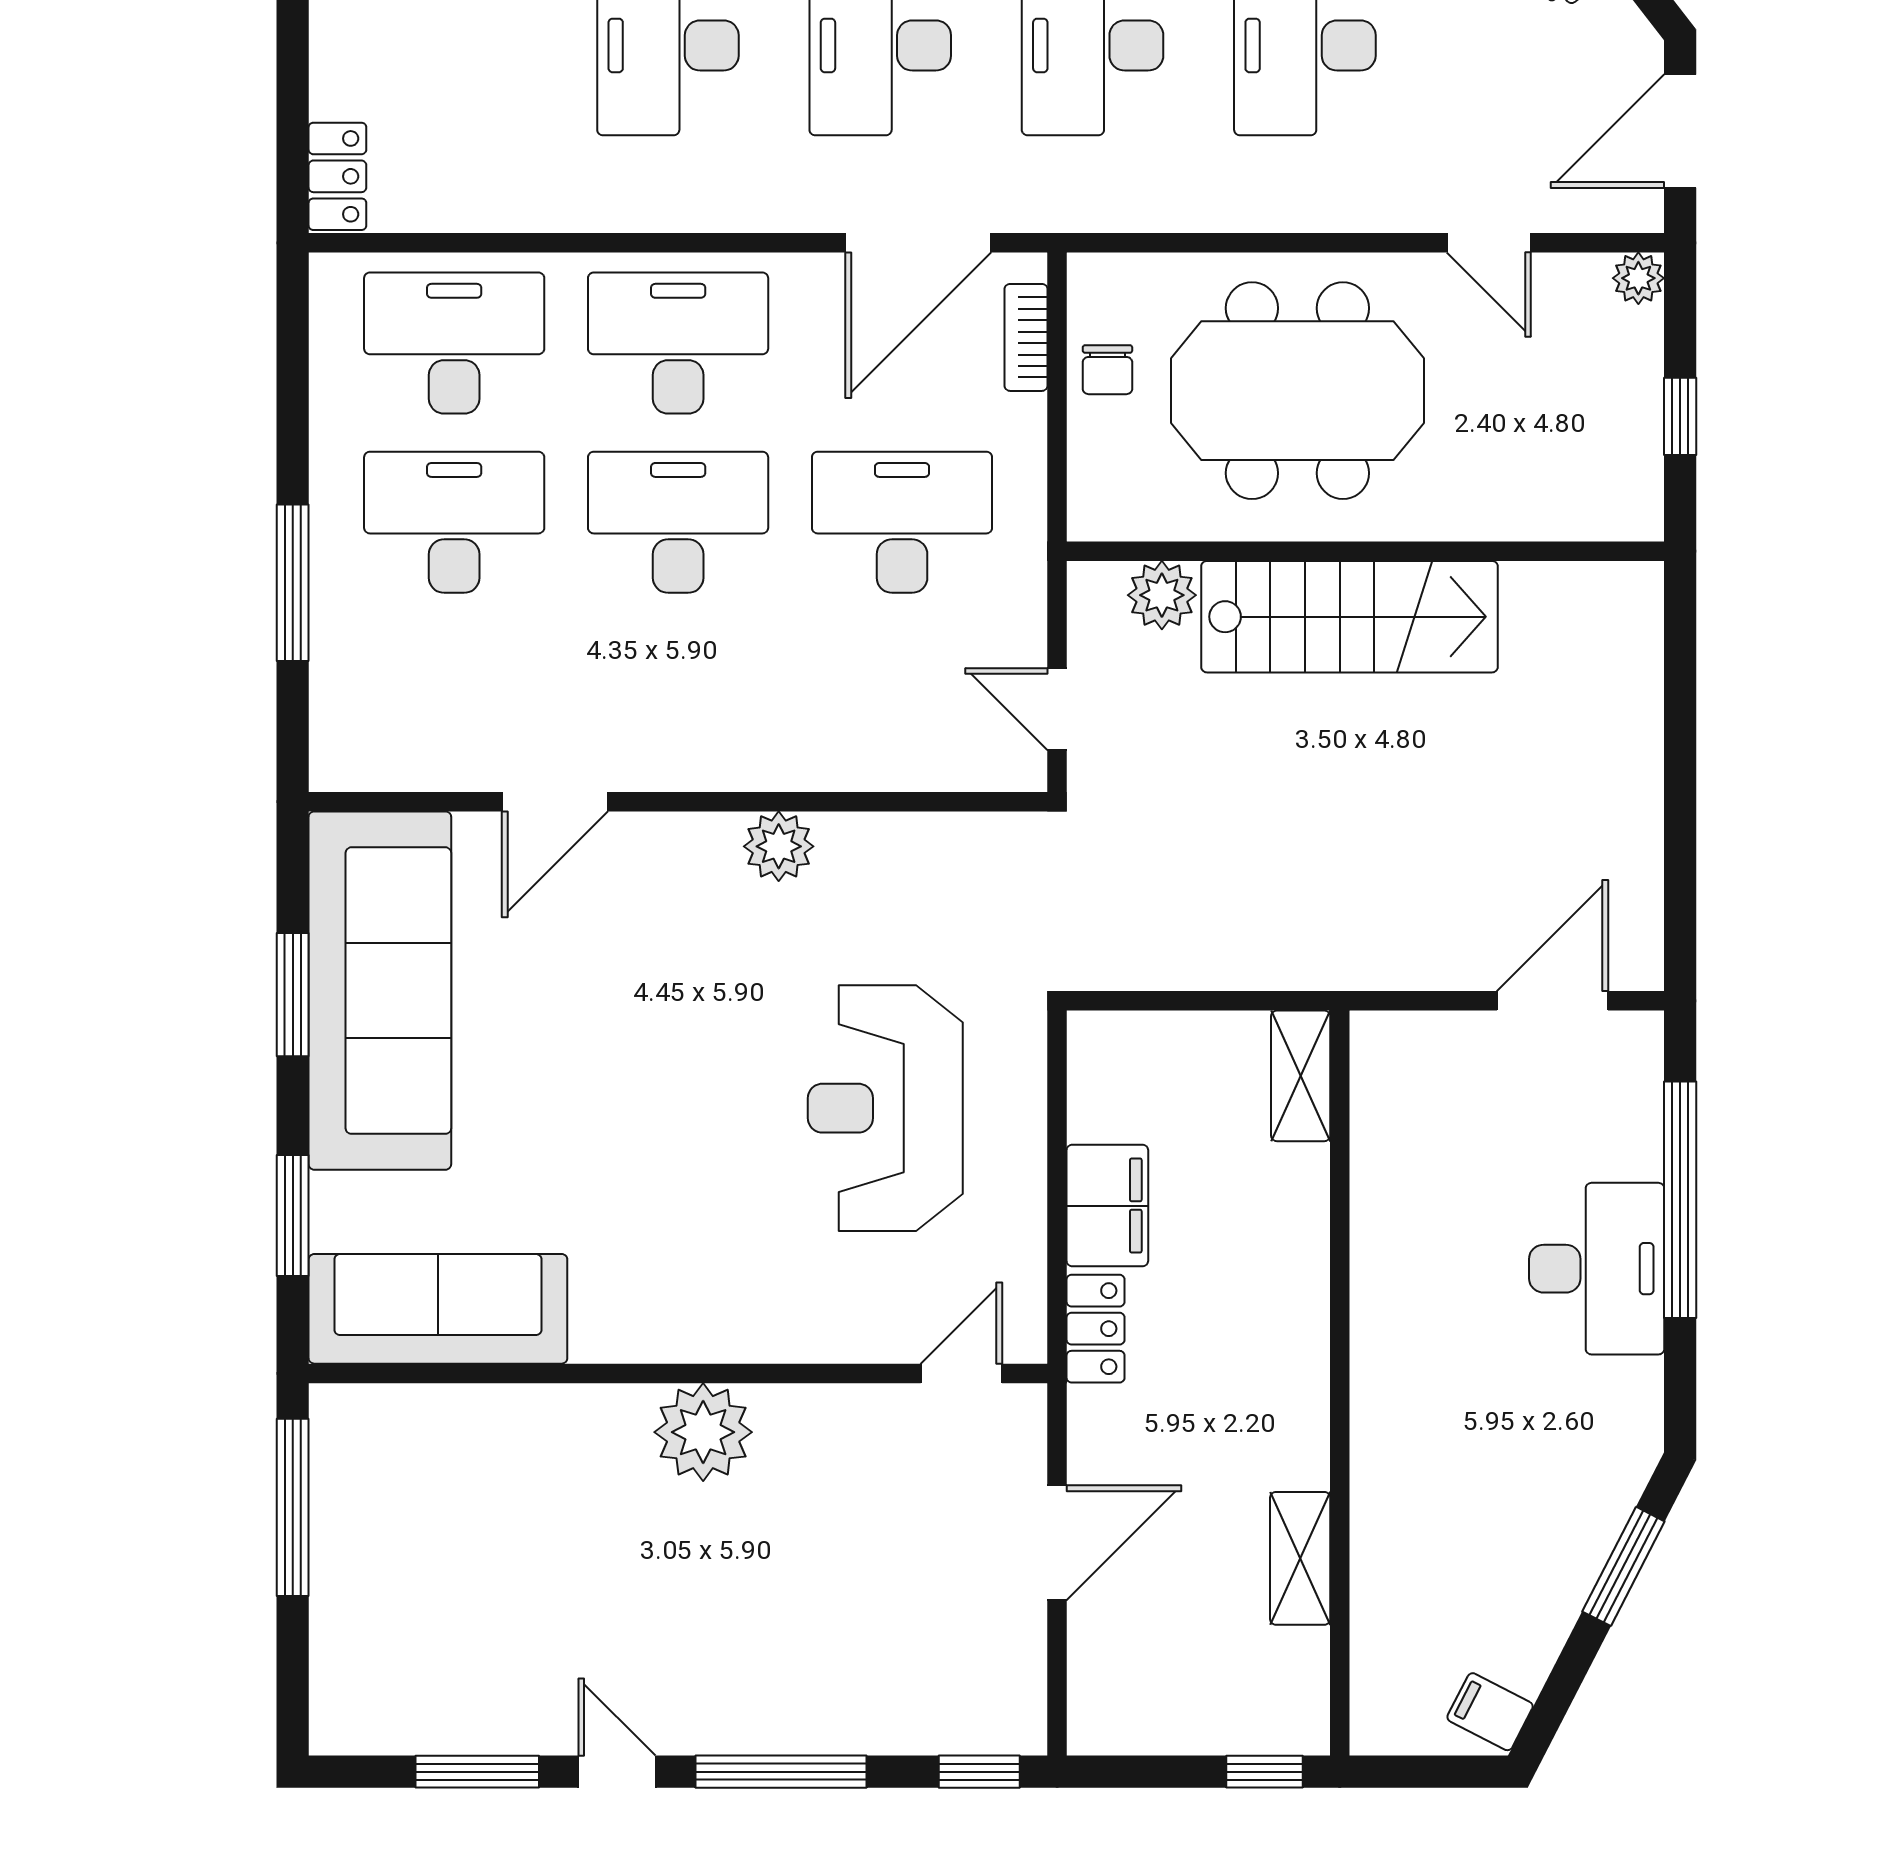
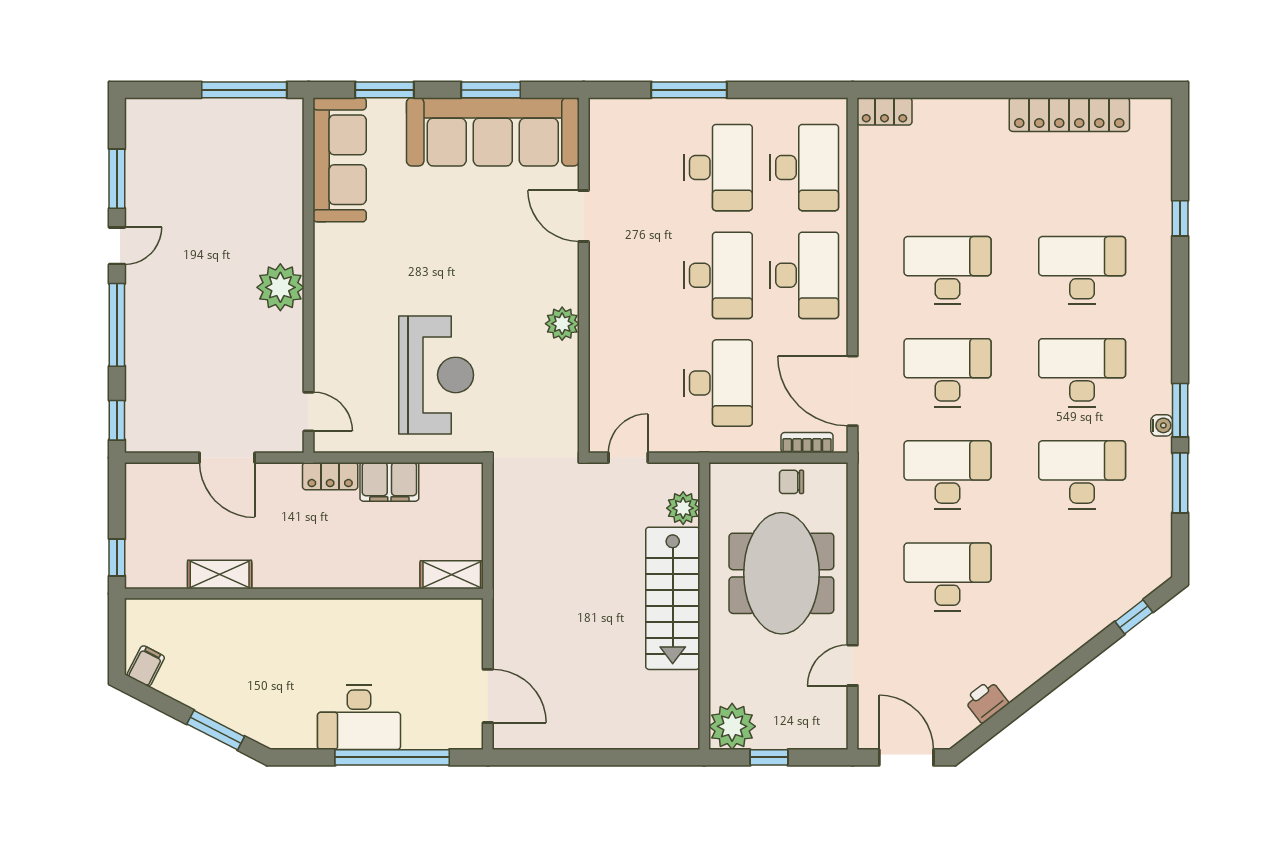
plant: (1638, 278) -> (732, 726), moved, width x1.88, depth x1.88
reception desk: (885, 1108) -> (436, 375), turned 90

